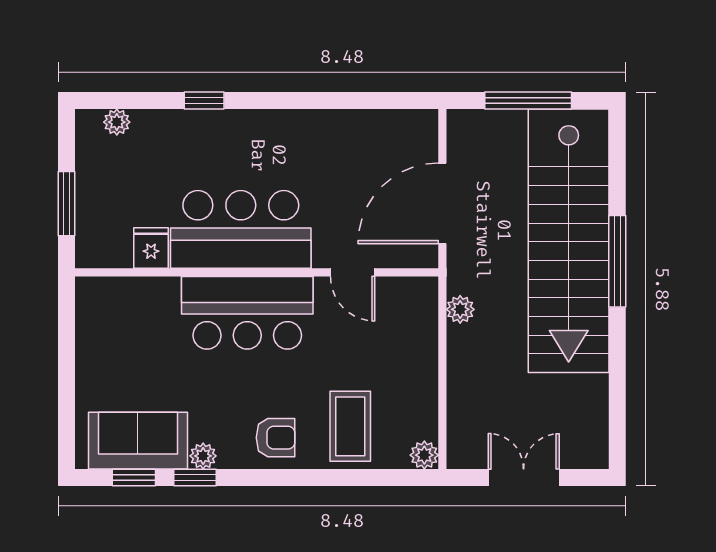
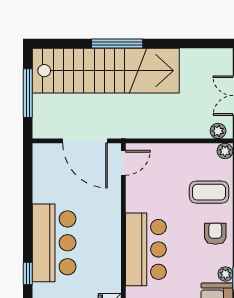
bar counter: (241, 229) -> (54, 243), moved, turned 180
door: (353, 272) -> (123, 163), moved
plant: (460, 309) -> (218, 131), moved

